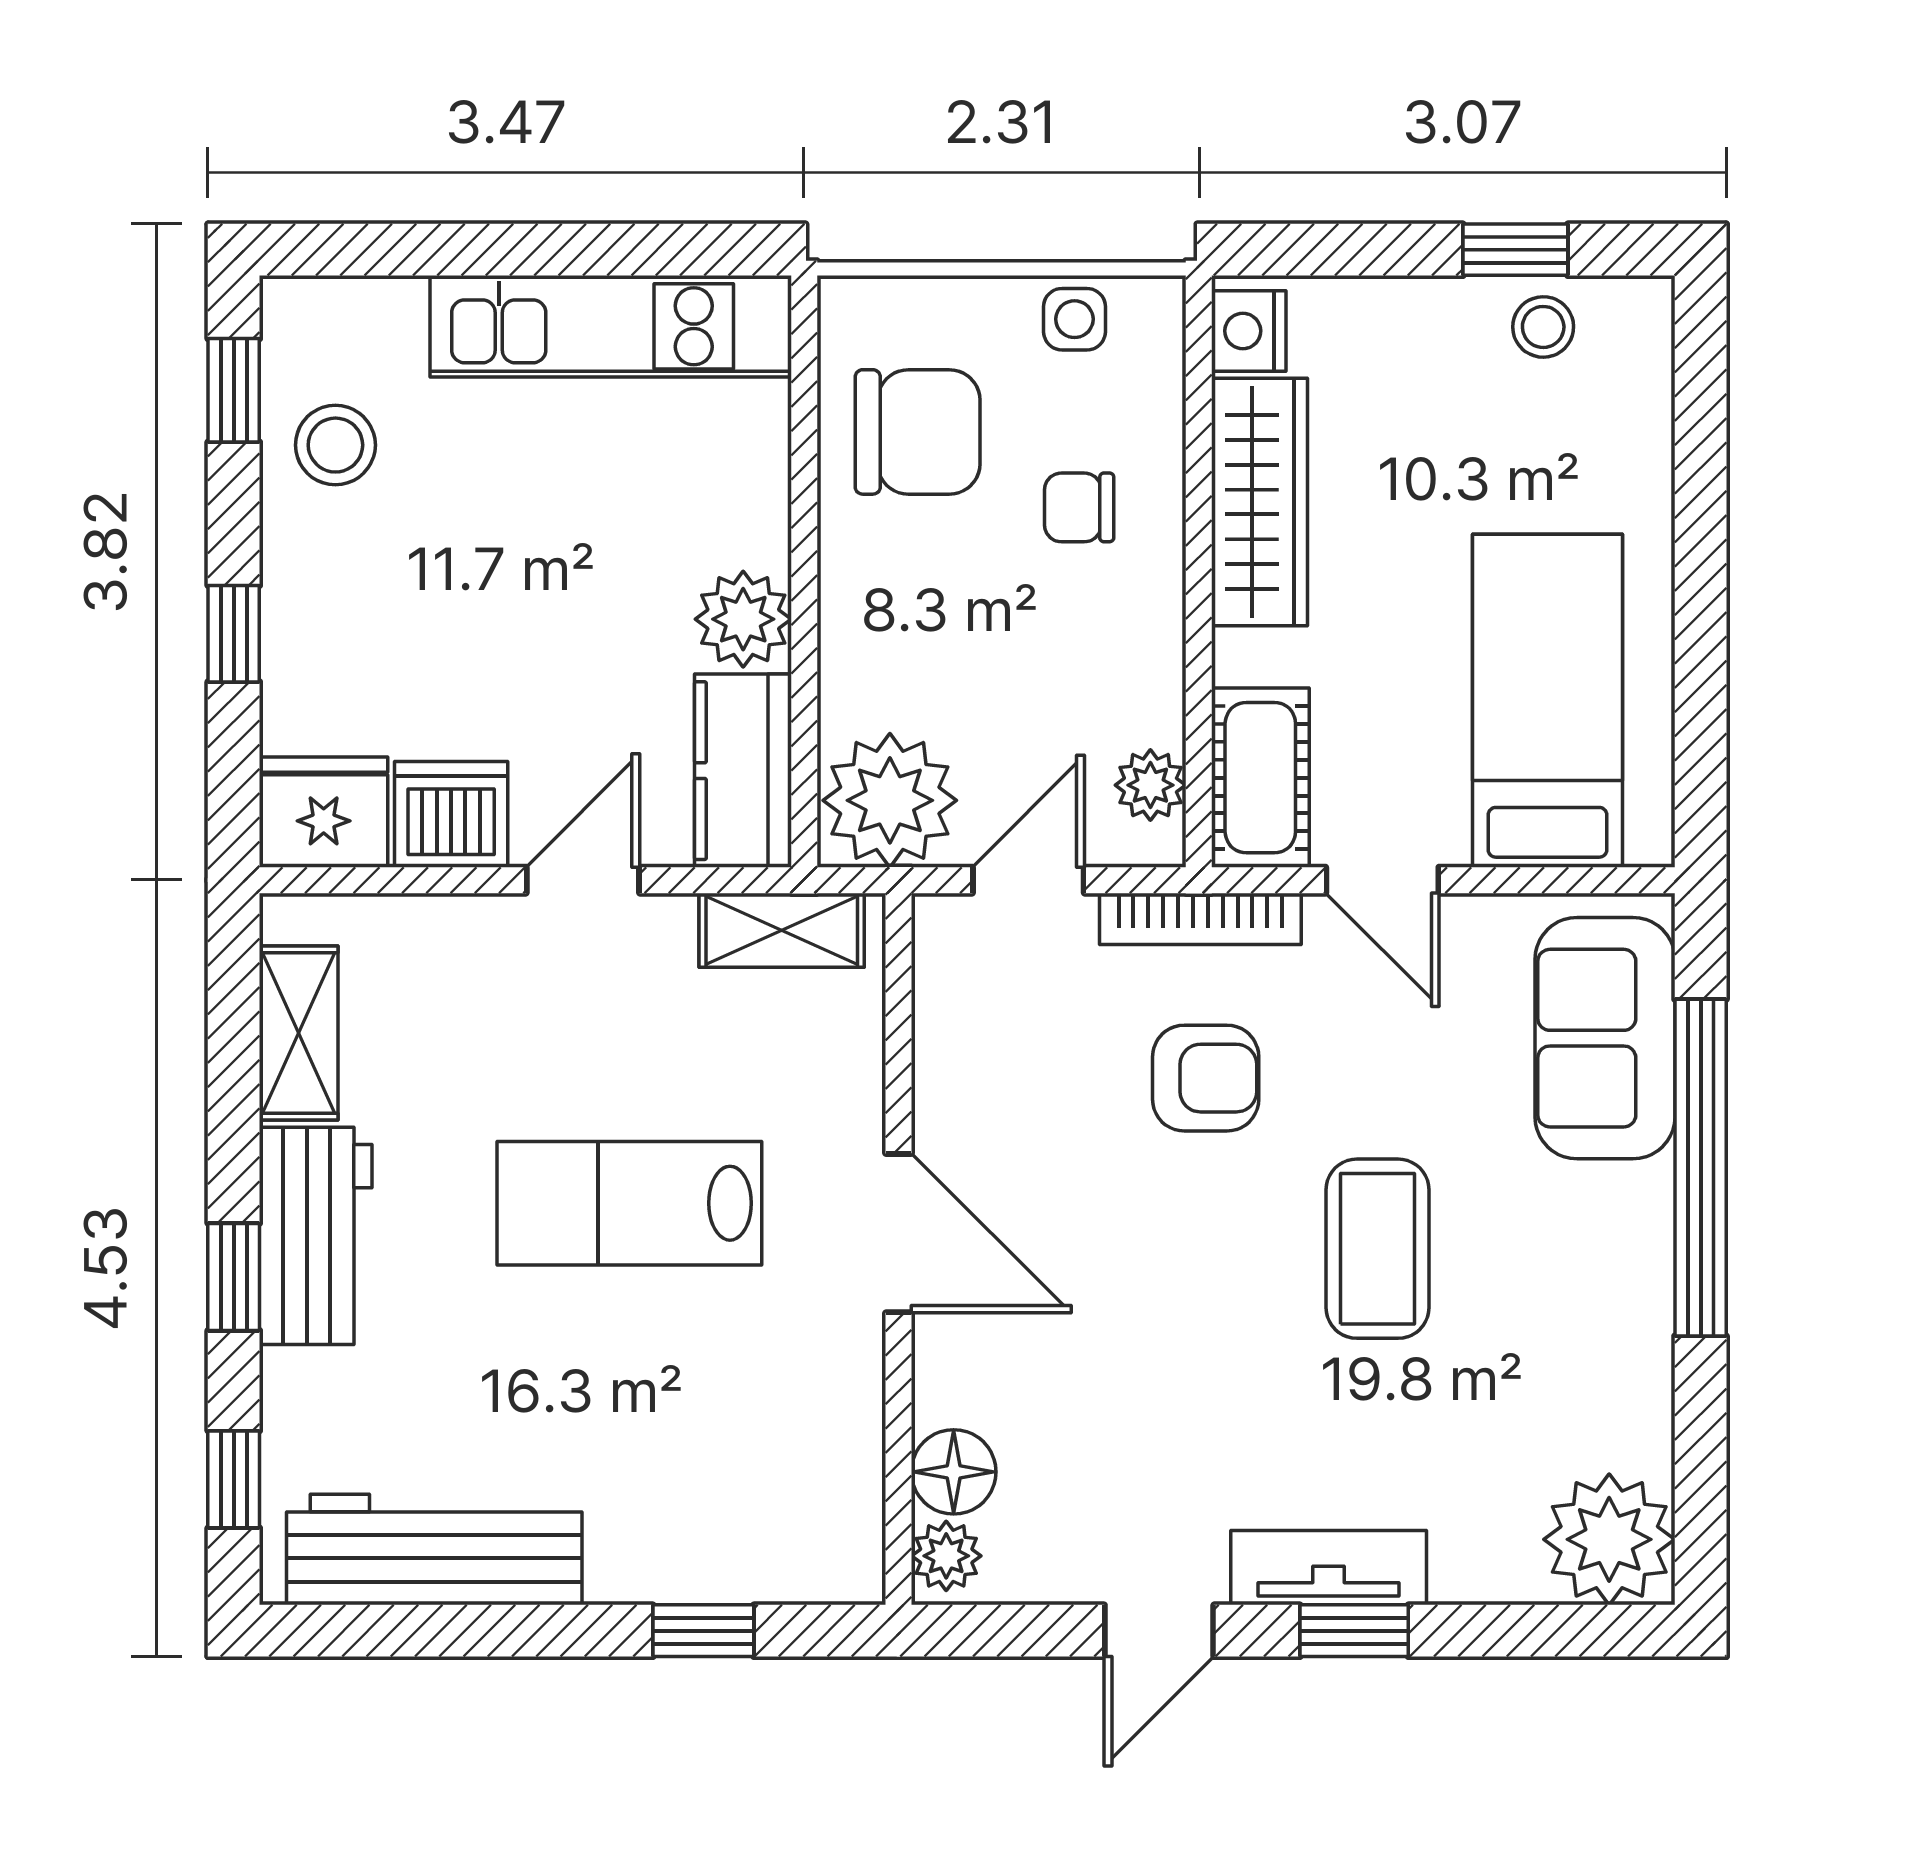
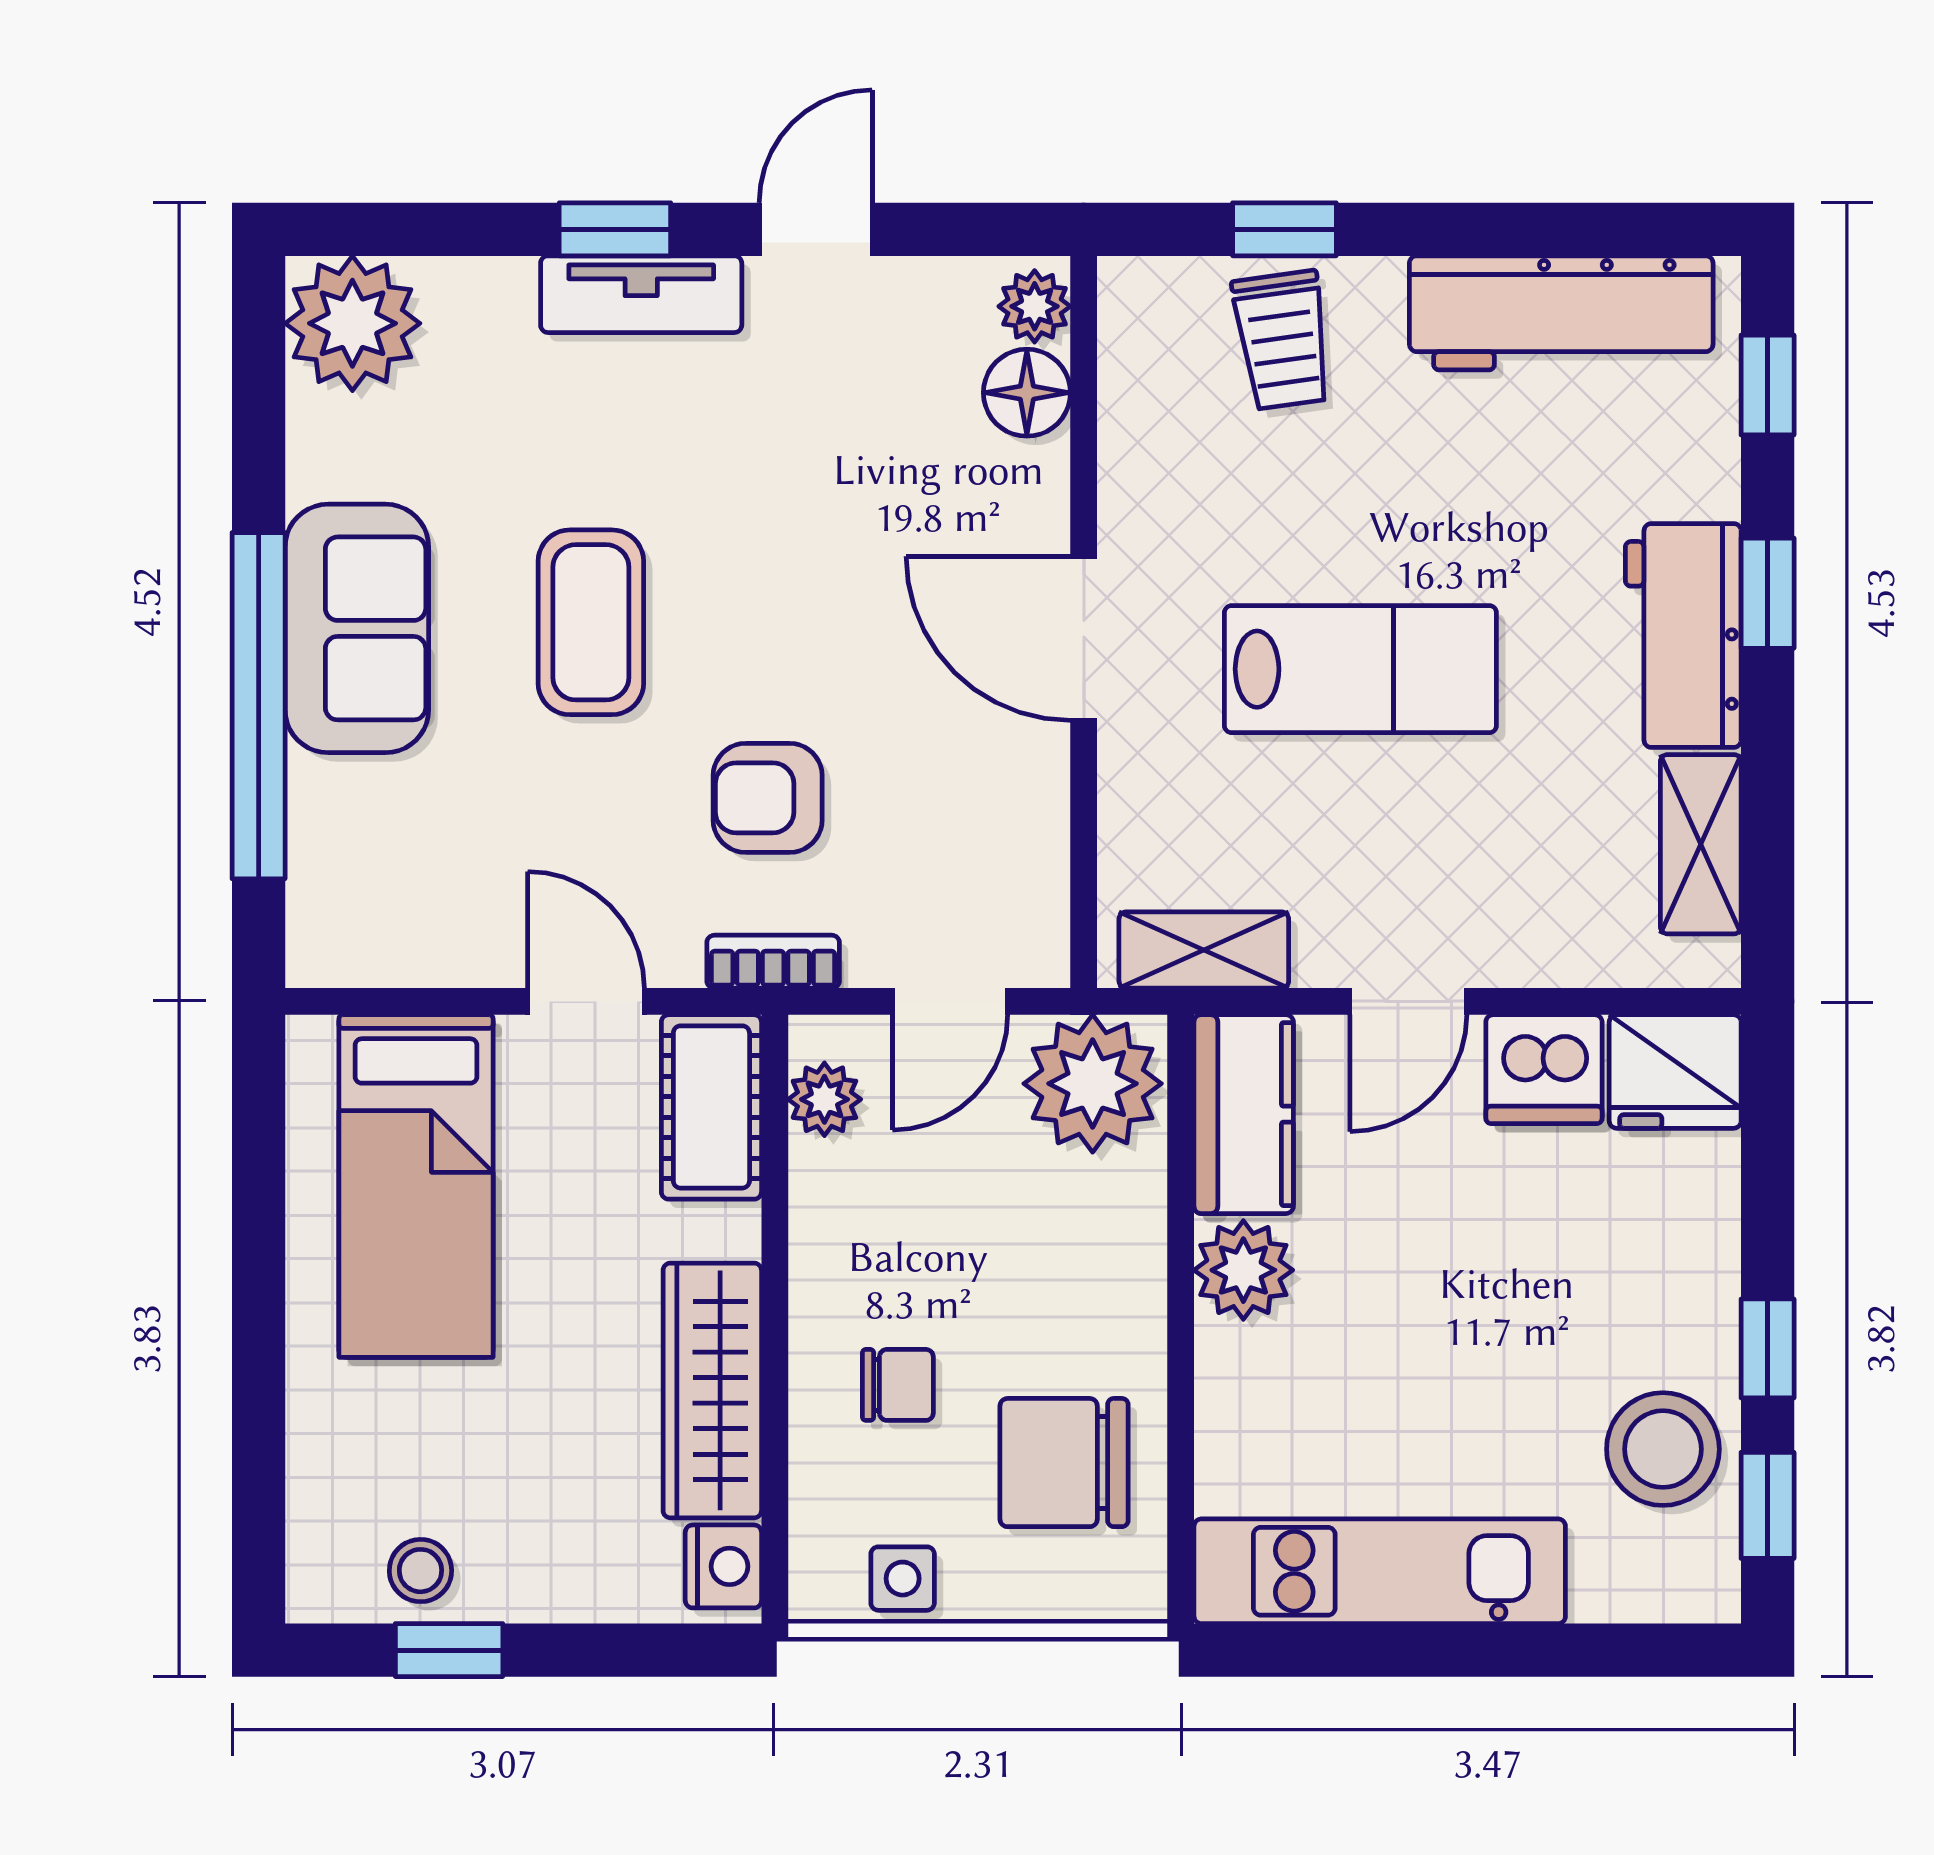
stool: (335, 445) -> (1663, 1449), width x1.38, depth x1.38
window: (234, 634) -> (1768, 1348), moved
bookcase: (1200, 919) -> (773, 962), width x0.64
sofa: (1605, 1038) -> (357, 628), moved
trolley: (705, 1523) -> (1283, 340), added

